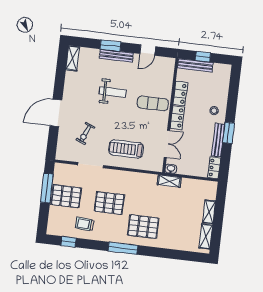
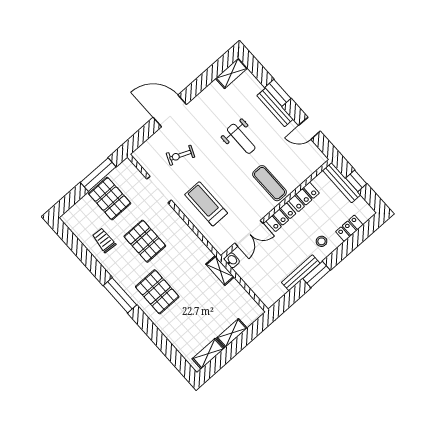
locker: (214, 168) -> (349, 228), moved
window: (68, 242) -> (74, 243), removed

